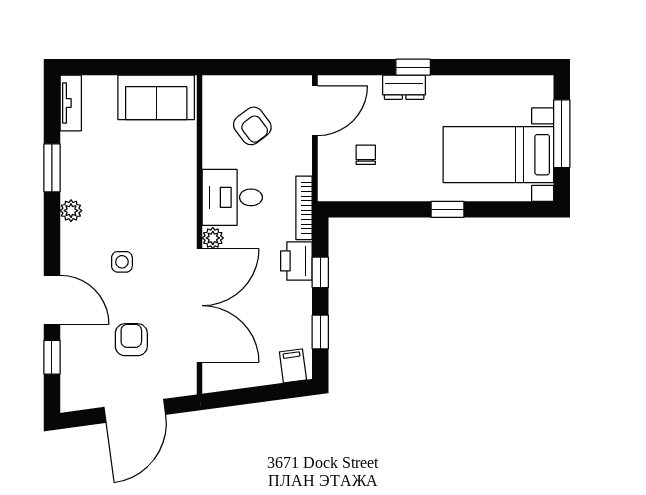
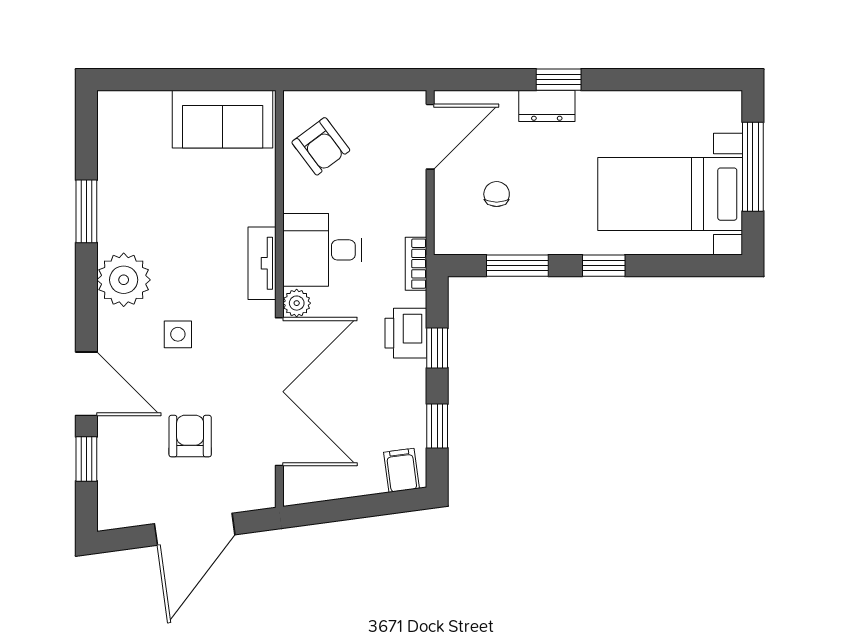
tv unit: (71, 103) -> (262, 263), moved, turned 180
armchair: (252, 126) -> (321, 146), moved
bookcase: (304, 208) -> (416, 264), width x0.64
window: (382, 209) -> (517, 266), added
plant: (71, 211) -> (124, 280), width x1.88, depth x1.88

